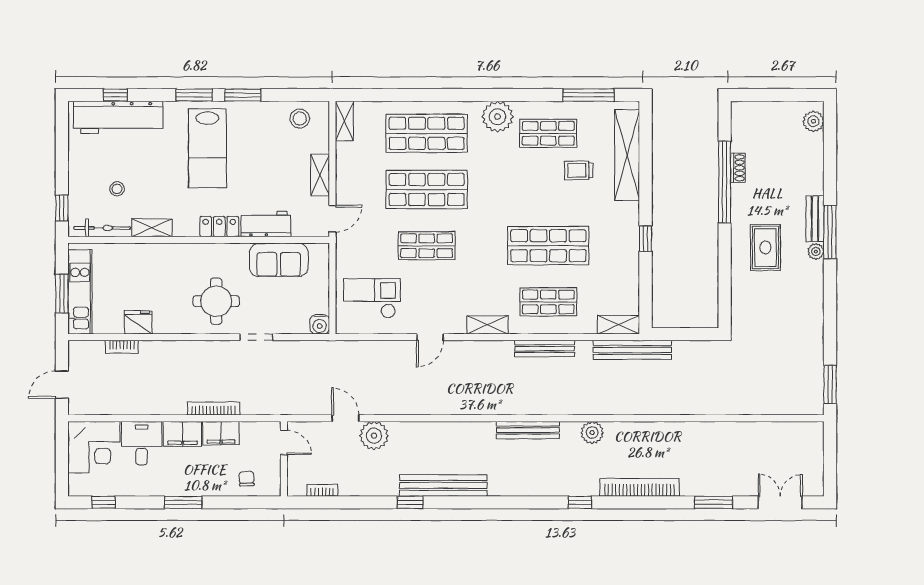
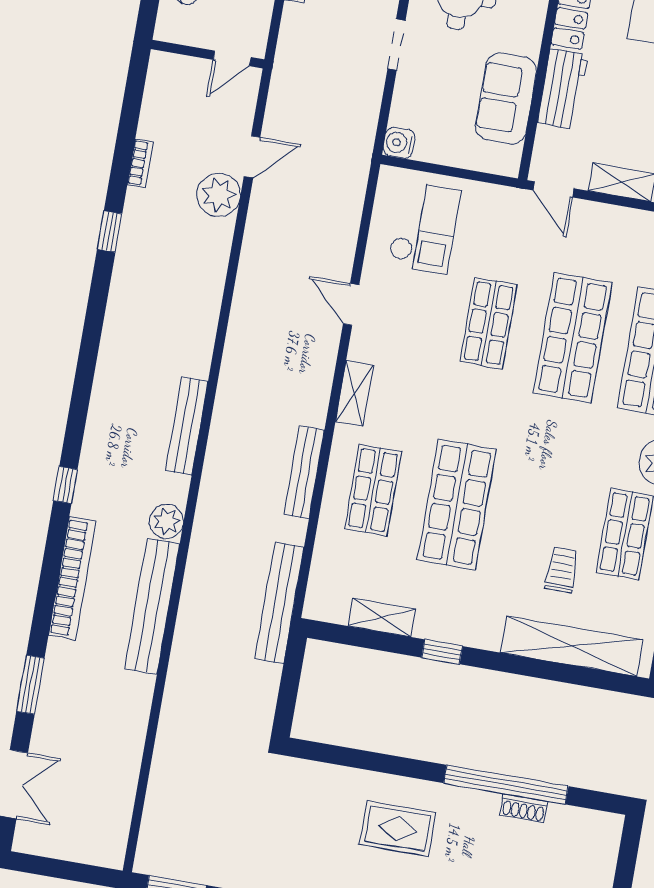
shelving: (619, 325) -> (382, 617), moved, turned 90
bench: (443, 485) -> (152, 606), moved
bookcase: (322, 490) -> (140, 163), moved

